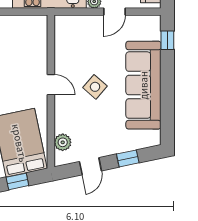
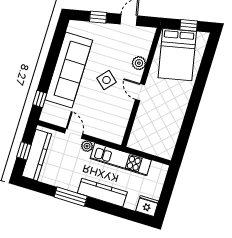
door: (115, 12) -> (74, 133), hinge flipped
plant: (63, 142) -> (139, 63), moved

